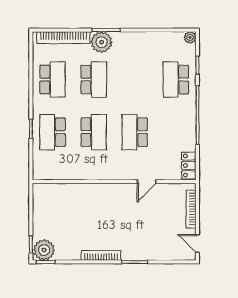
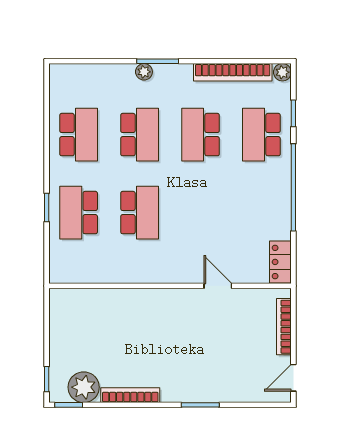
bookcase: (63, 37) -> (233, 72), moved
plant: (102, 42) -> (144, 72), width x0.53, depth x0.53
school desk: (135, 132) -> (200, 135), moved
door: (147, 182) -> (218, 286), swing flipped
door: (197, 244) -> (293, 378), hinge flipped
plant: (44, 250) -> (84, 387), moved
bookcase: (101, 255) -> (130, 395), moved

